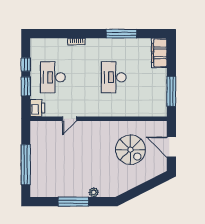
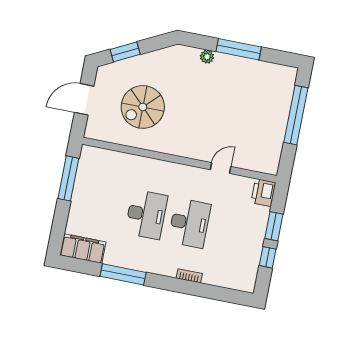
filing cabinet: (159, 53) -> (83, 249), moved, turned -90
desk: (53, 77) -> (189, 223), moved
door: (171, 147) -> (84, 99), swing flipped
spiral stairs: (130, 150) -> (143, 107), turned -90
window: (150, 185) -> (125, 52), added

